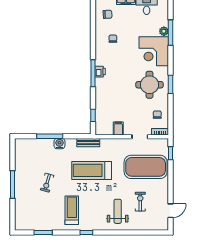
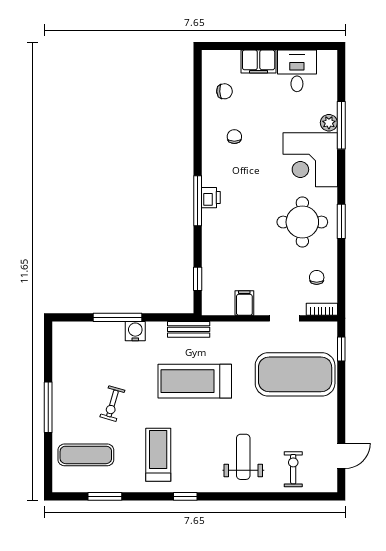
exercise bike: (140, 202) -> (293, 469), moved
exercise mat: (33, 210) -> (86, 455), added

